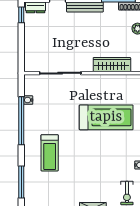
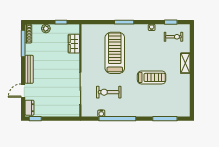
wardrobe: (112, 65) -> (74, 44), width x0.67
exercise bike: (55, 110) -> (109, 92), added
treadmill: (50, 153) -> (152, 77), moved

